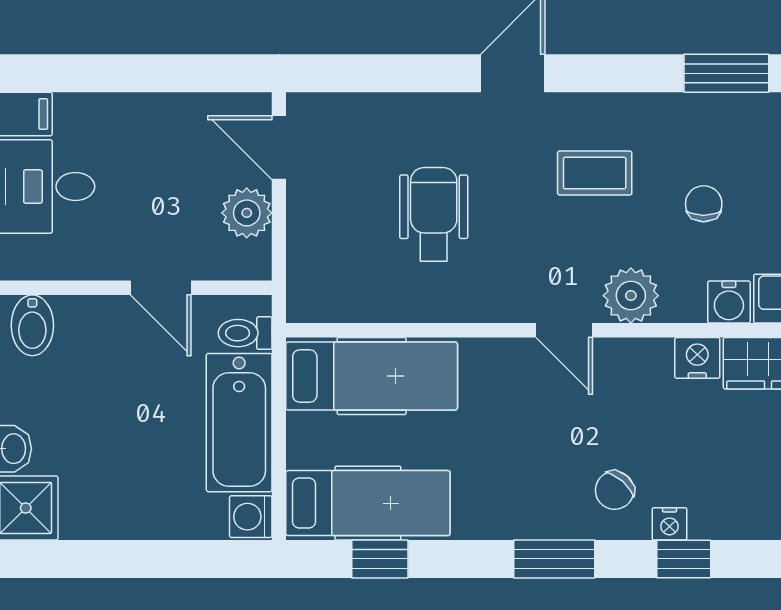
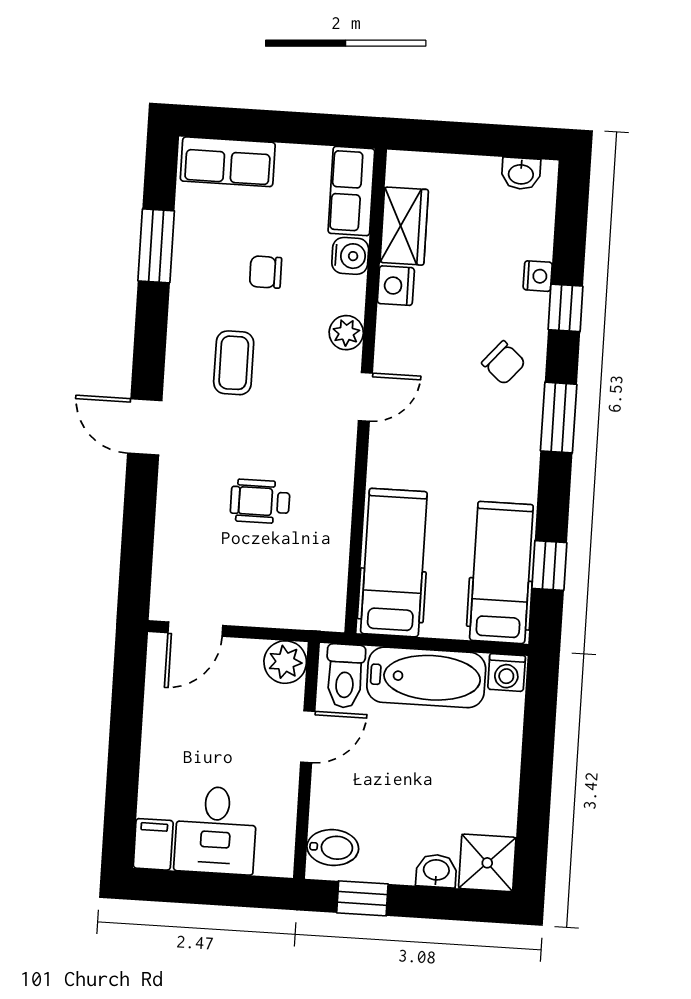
plant: (247, 213) -> (285, 662), moved
wheelchair: (434, 214) -> (260, 501), width x0.73, depth x0.73
plant: (631, 296) -> (346, 333), width x0.73, depth x0.73
toilet: (245, 333) -> (345, 676), width x1.37, depth x1.39
nightstand: (670, 524) -> (538, 276), moved

